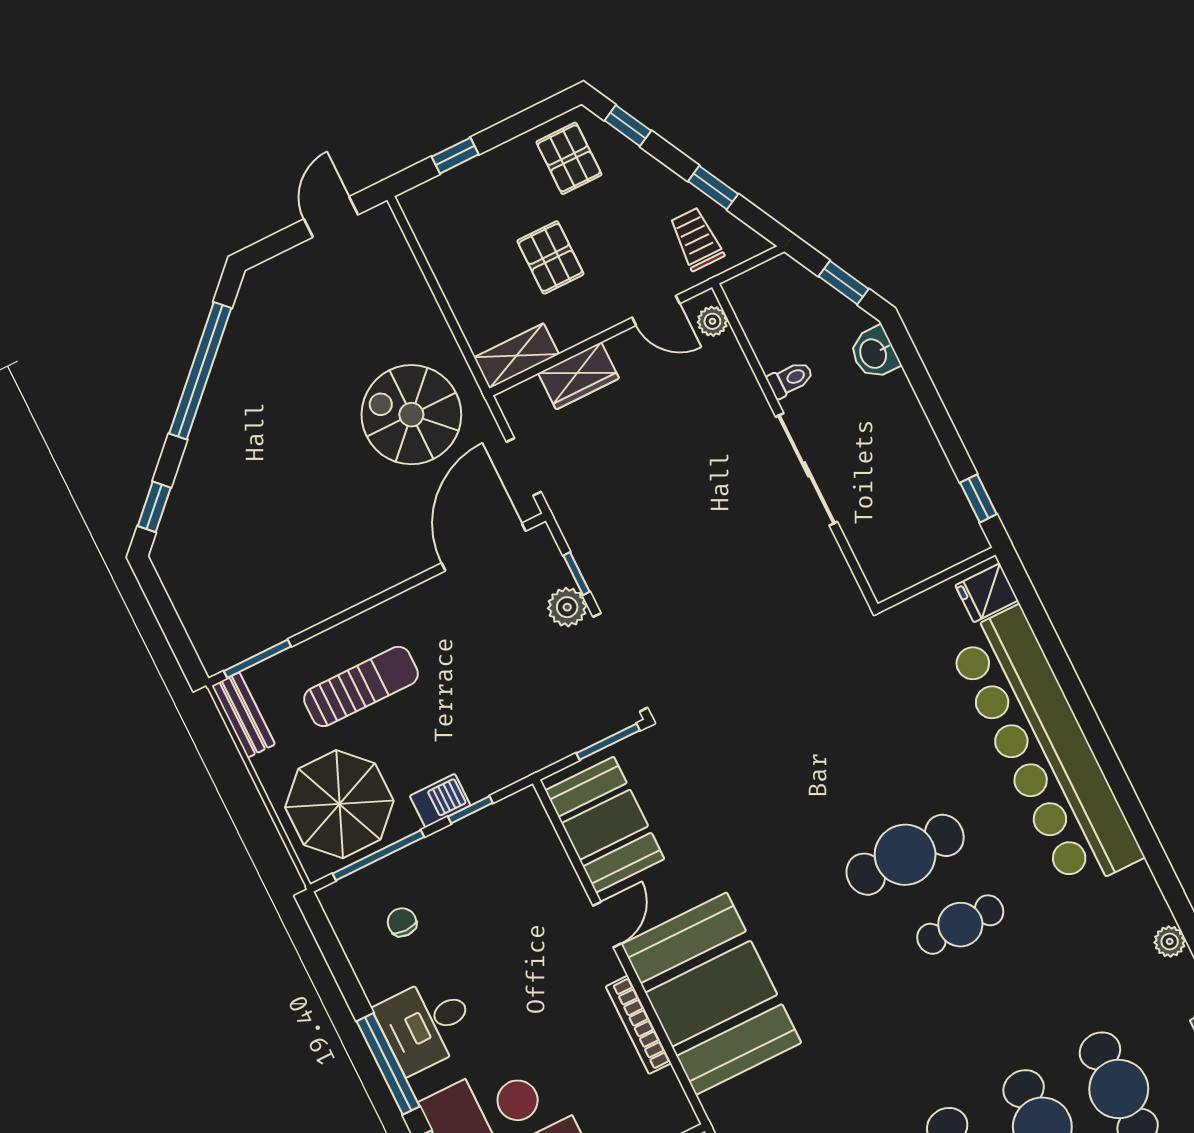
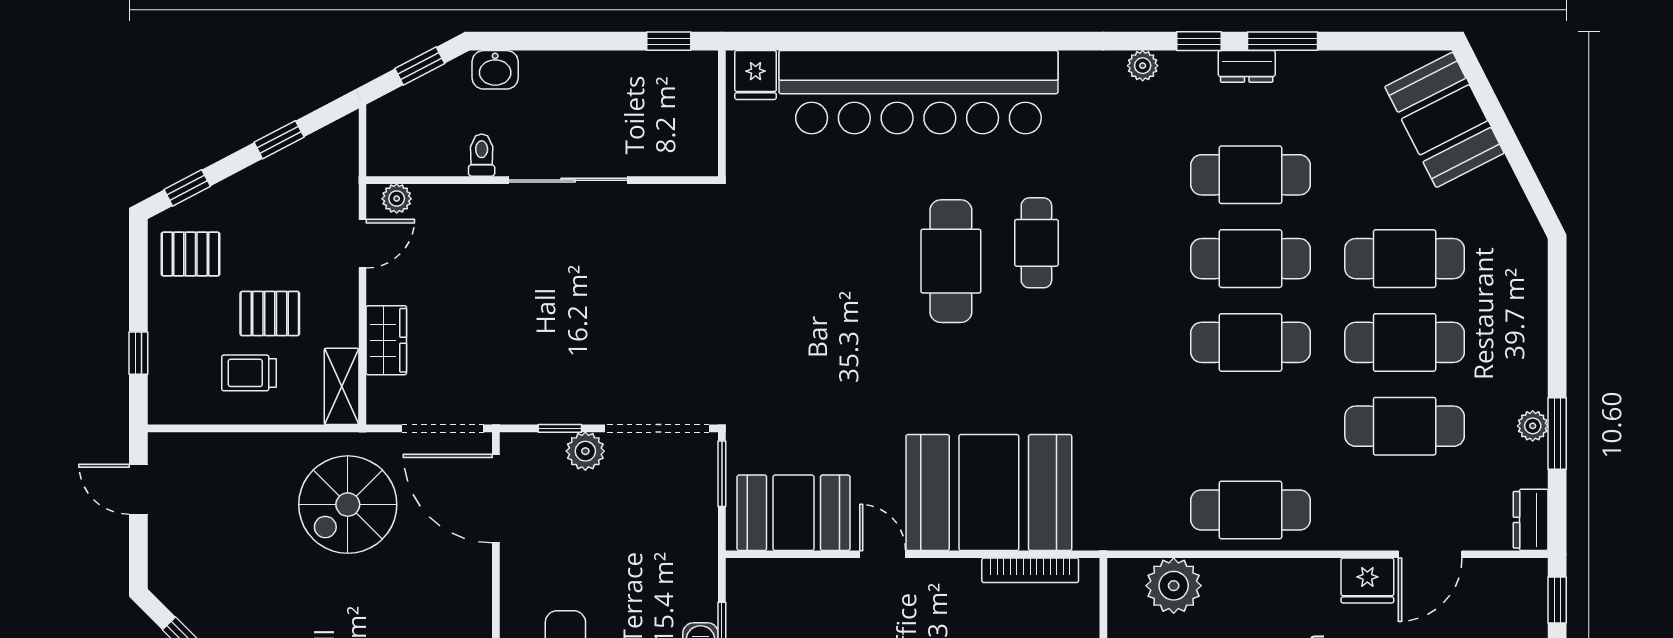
trolley: (696, 239) -> (249, 373), moved
doorway: (524, 467) -> (443, 428), width x1.38
bookcase: (638, 1025) -> (1030, 570), moved

